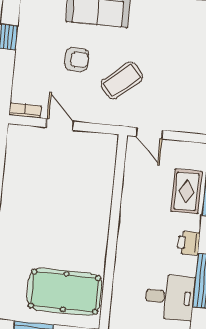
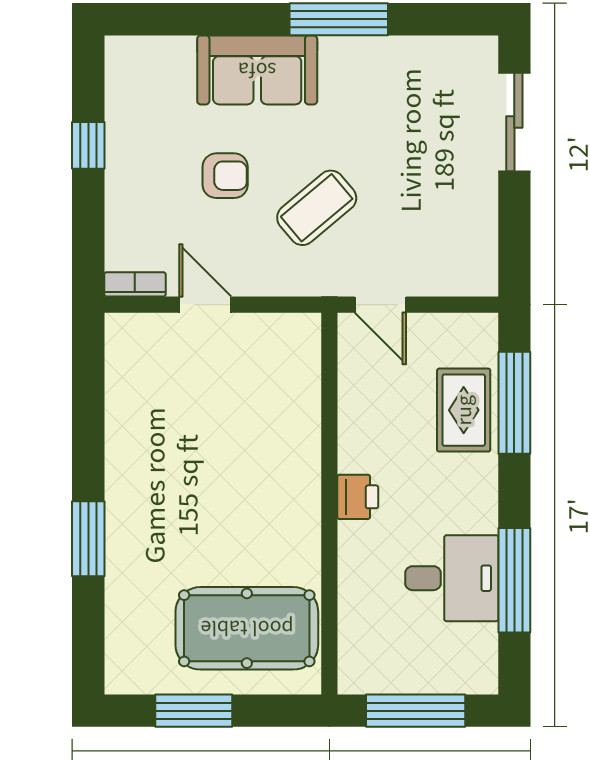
printer: (189, 243) -> (358, 497), moved, turned 180
desk: (170, 297) -> (452, 578), moved

